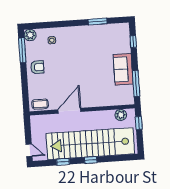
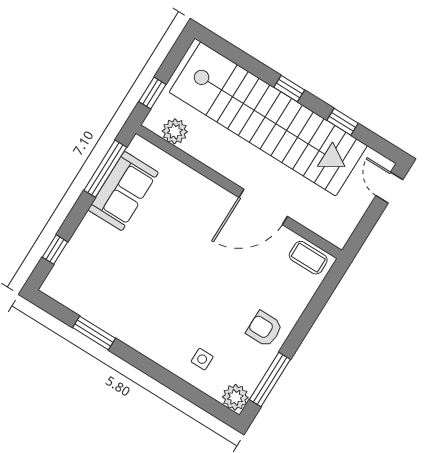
sofa: (123, 69) -> (123, 191), moved

